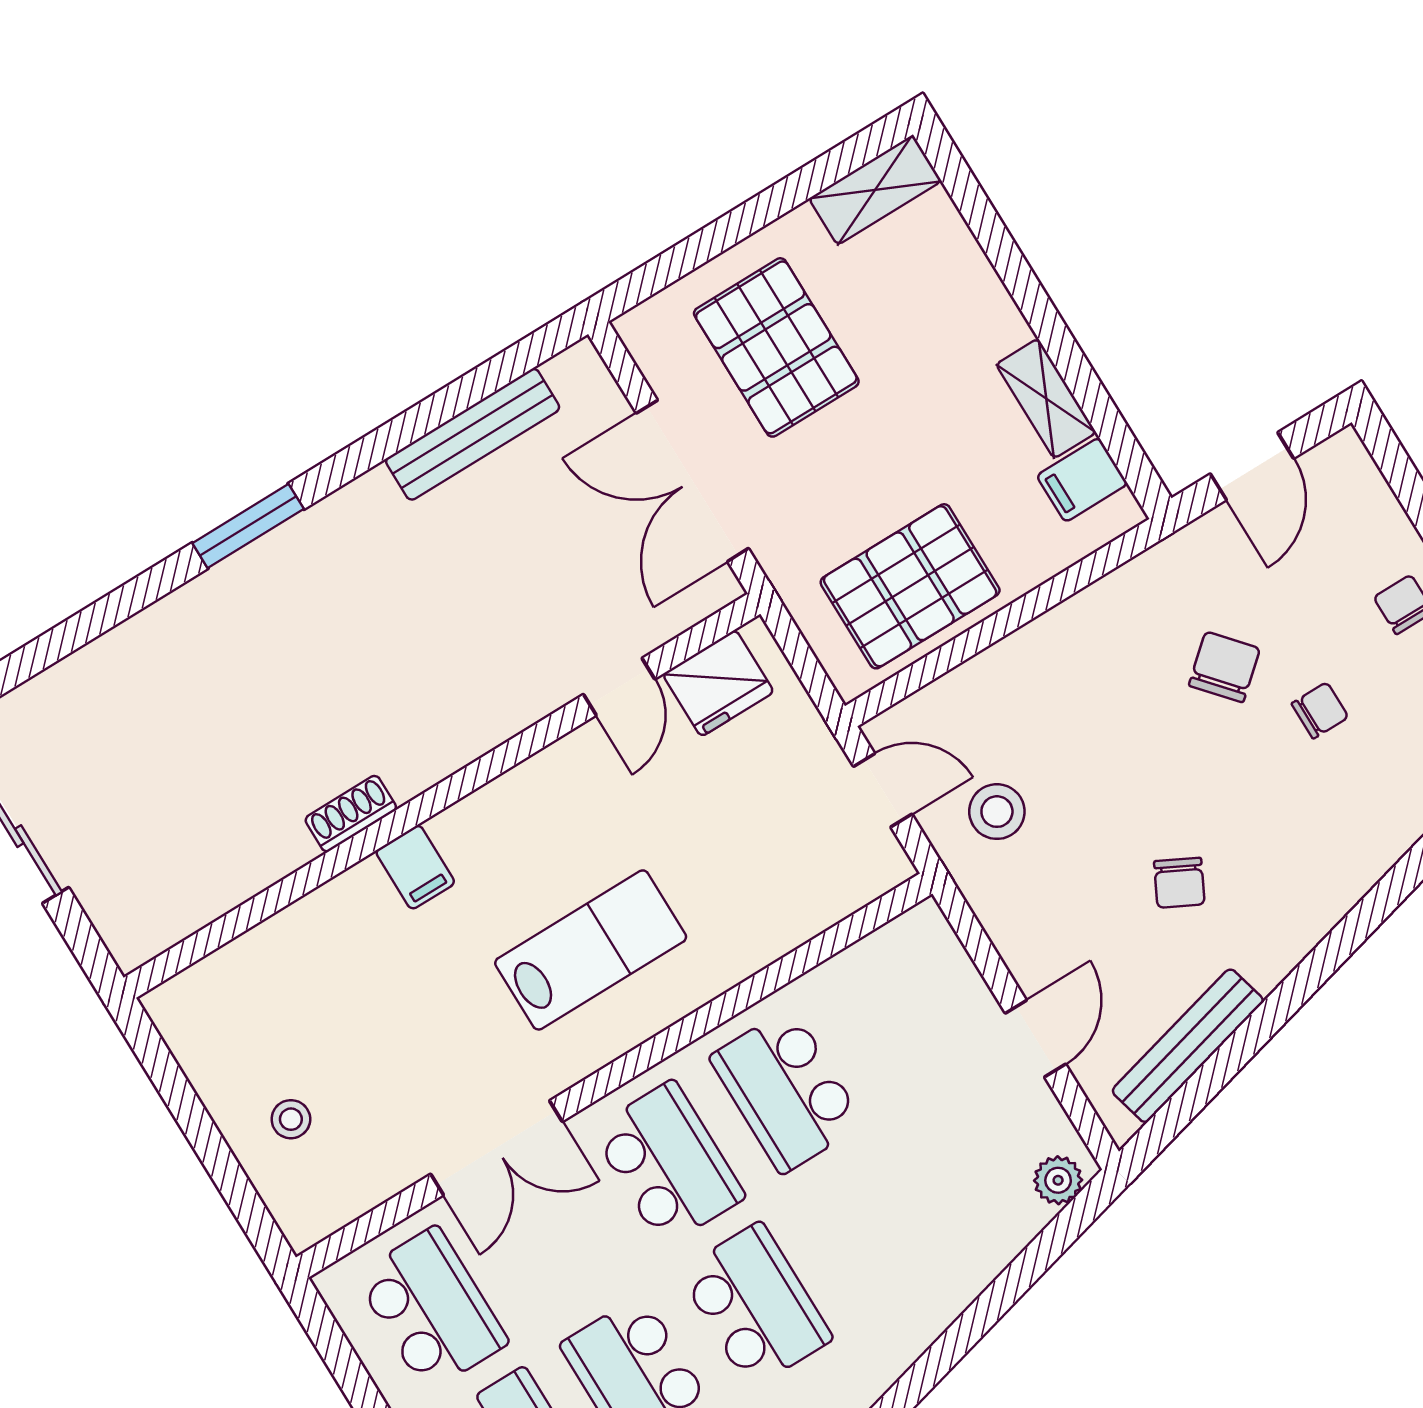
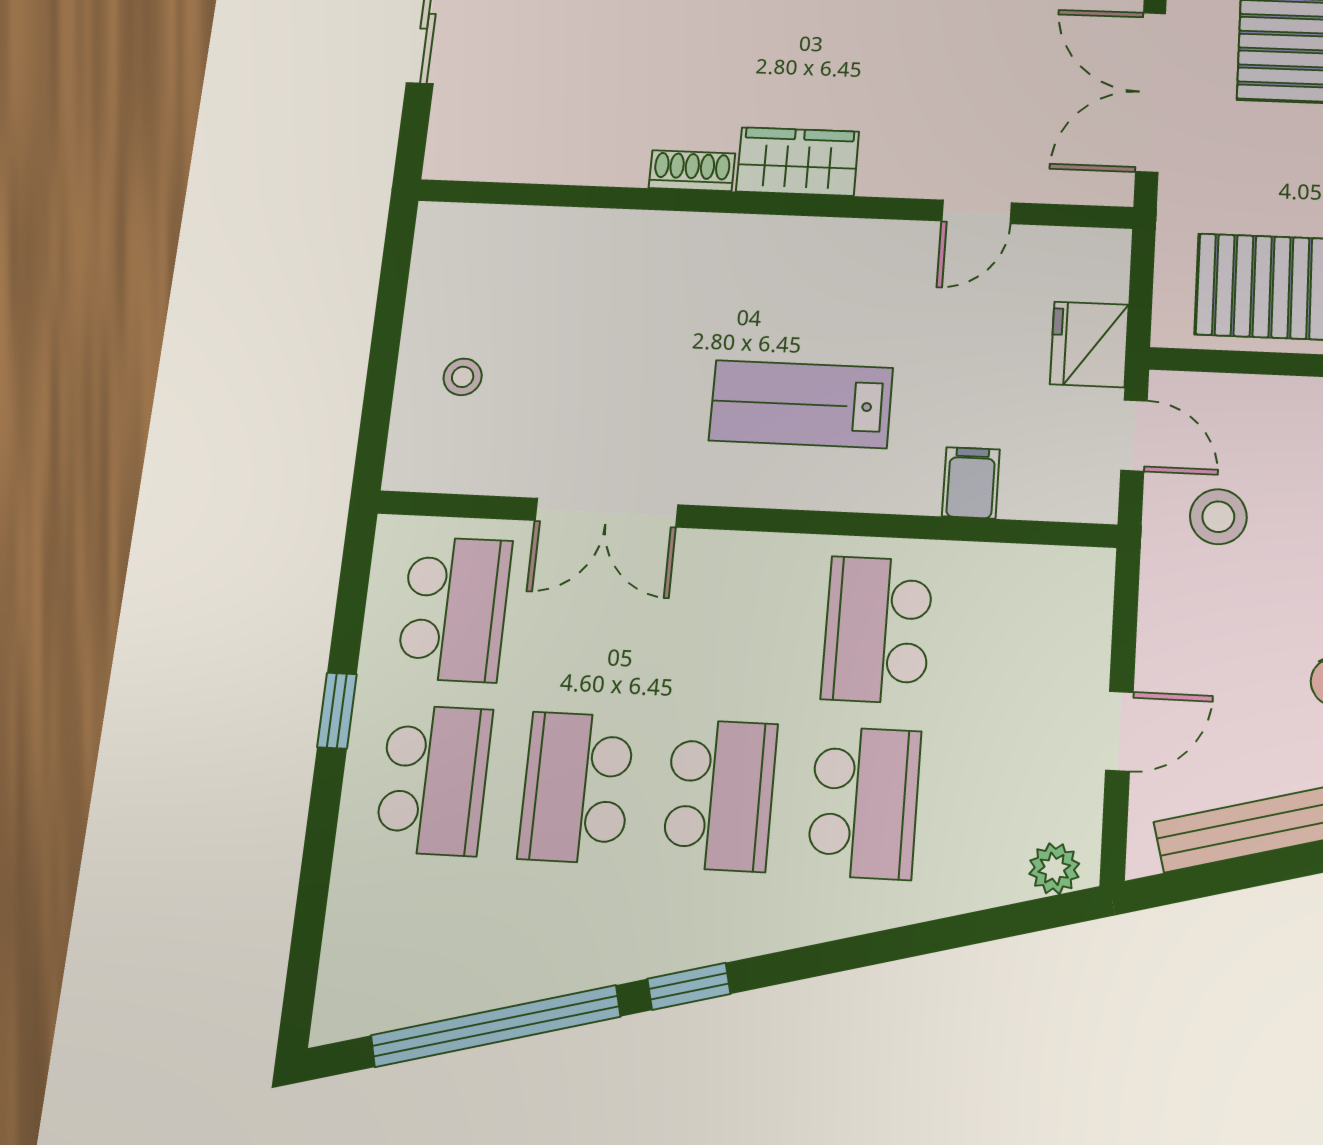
fridge: (718, 683) -> (1089, 344), moved, turned 90
wardrobe: (435, 745) -> (798, 162), added
filing cabinet: (415, 867) -> (971, 483), moved, turned 180
lab bench: (591, 950) -> (801, 404), turned 180
school desk: (668, 1163) -> (864, 803), moved

